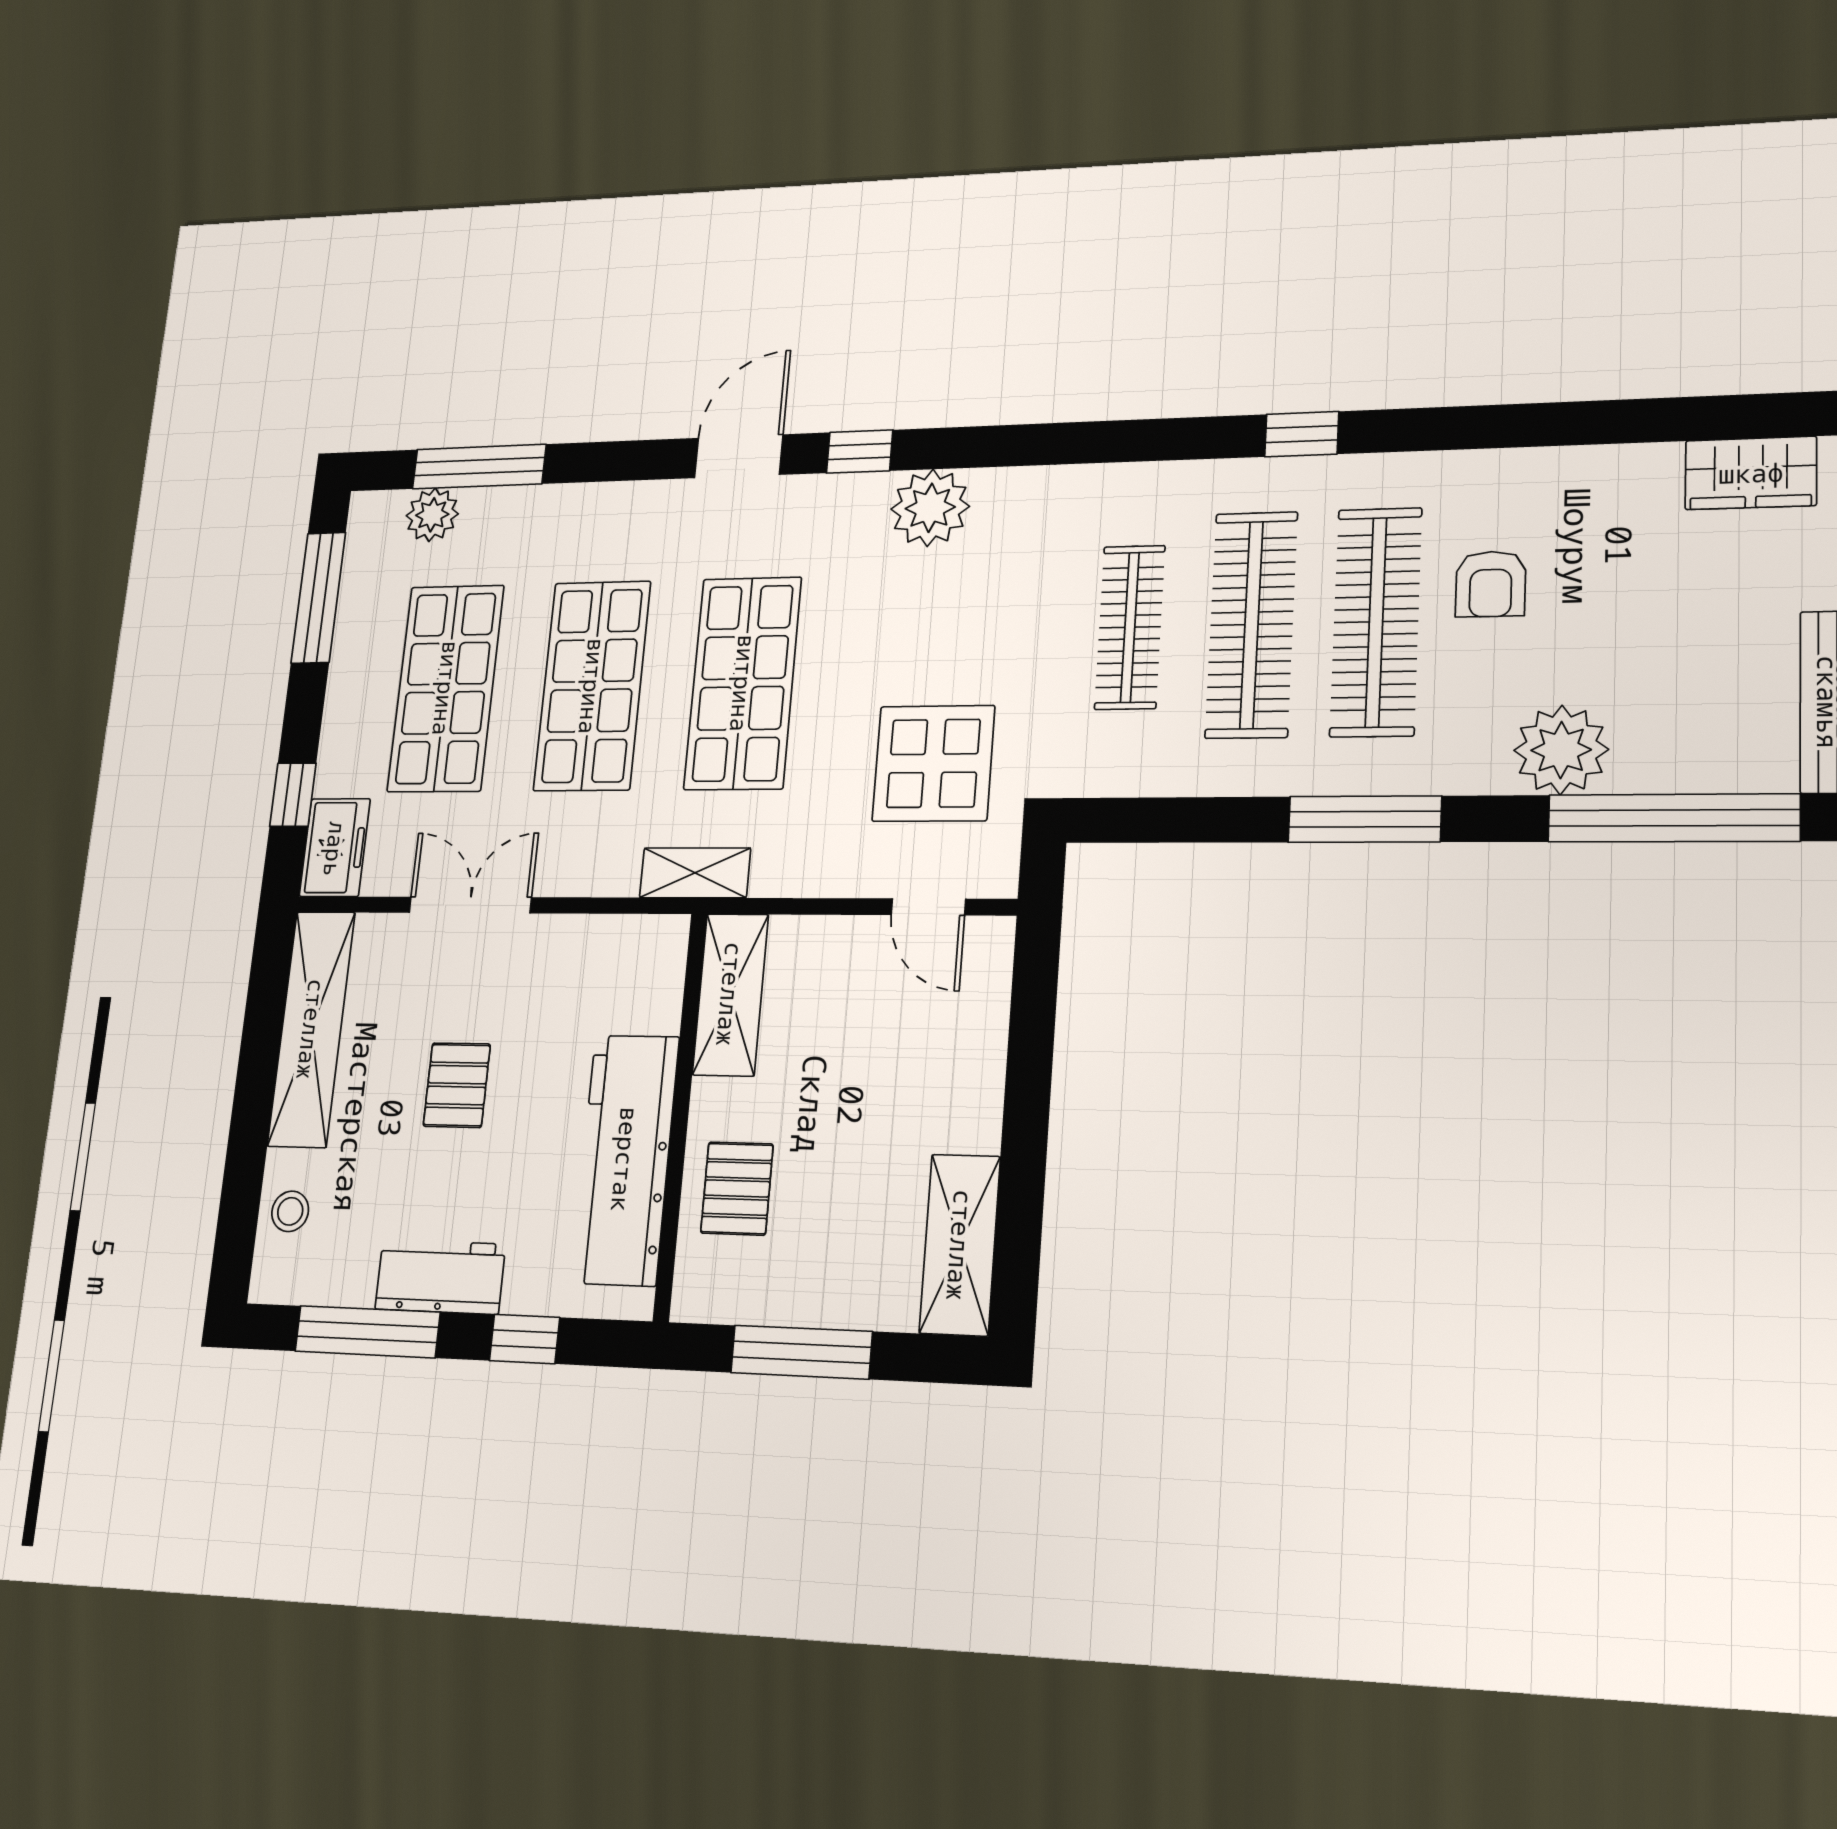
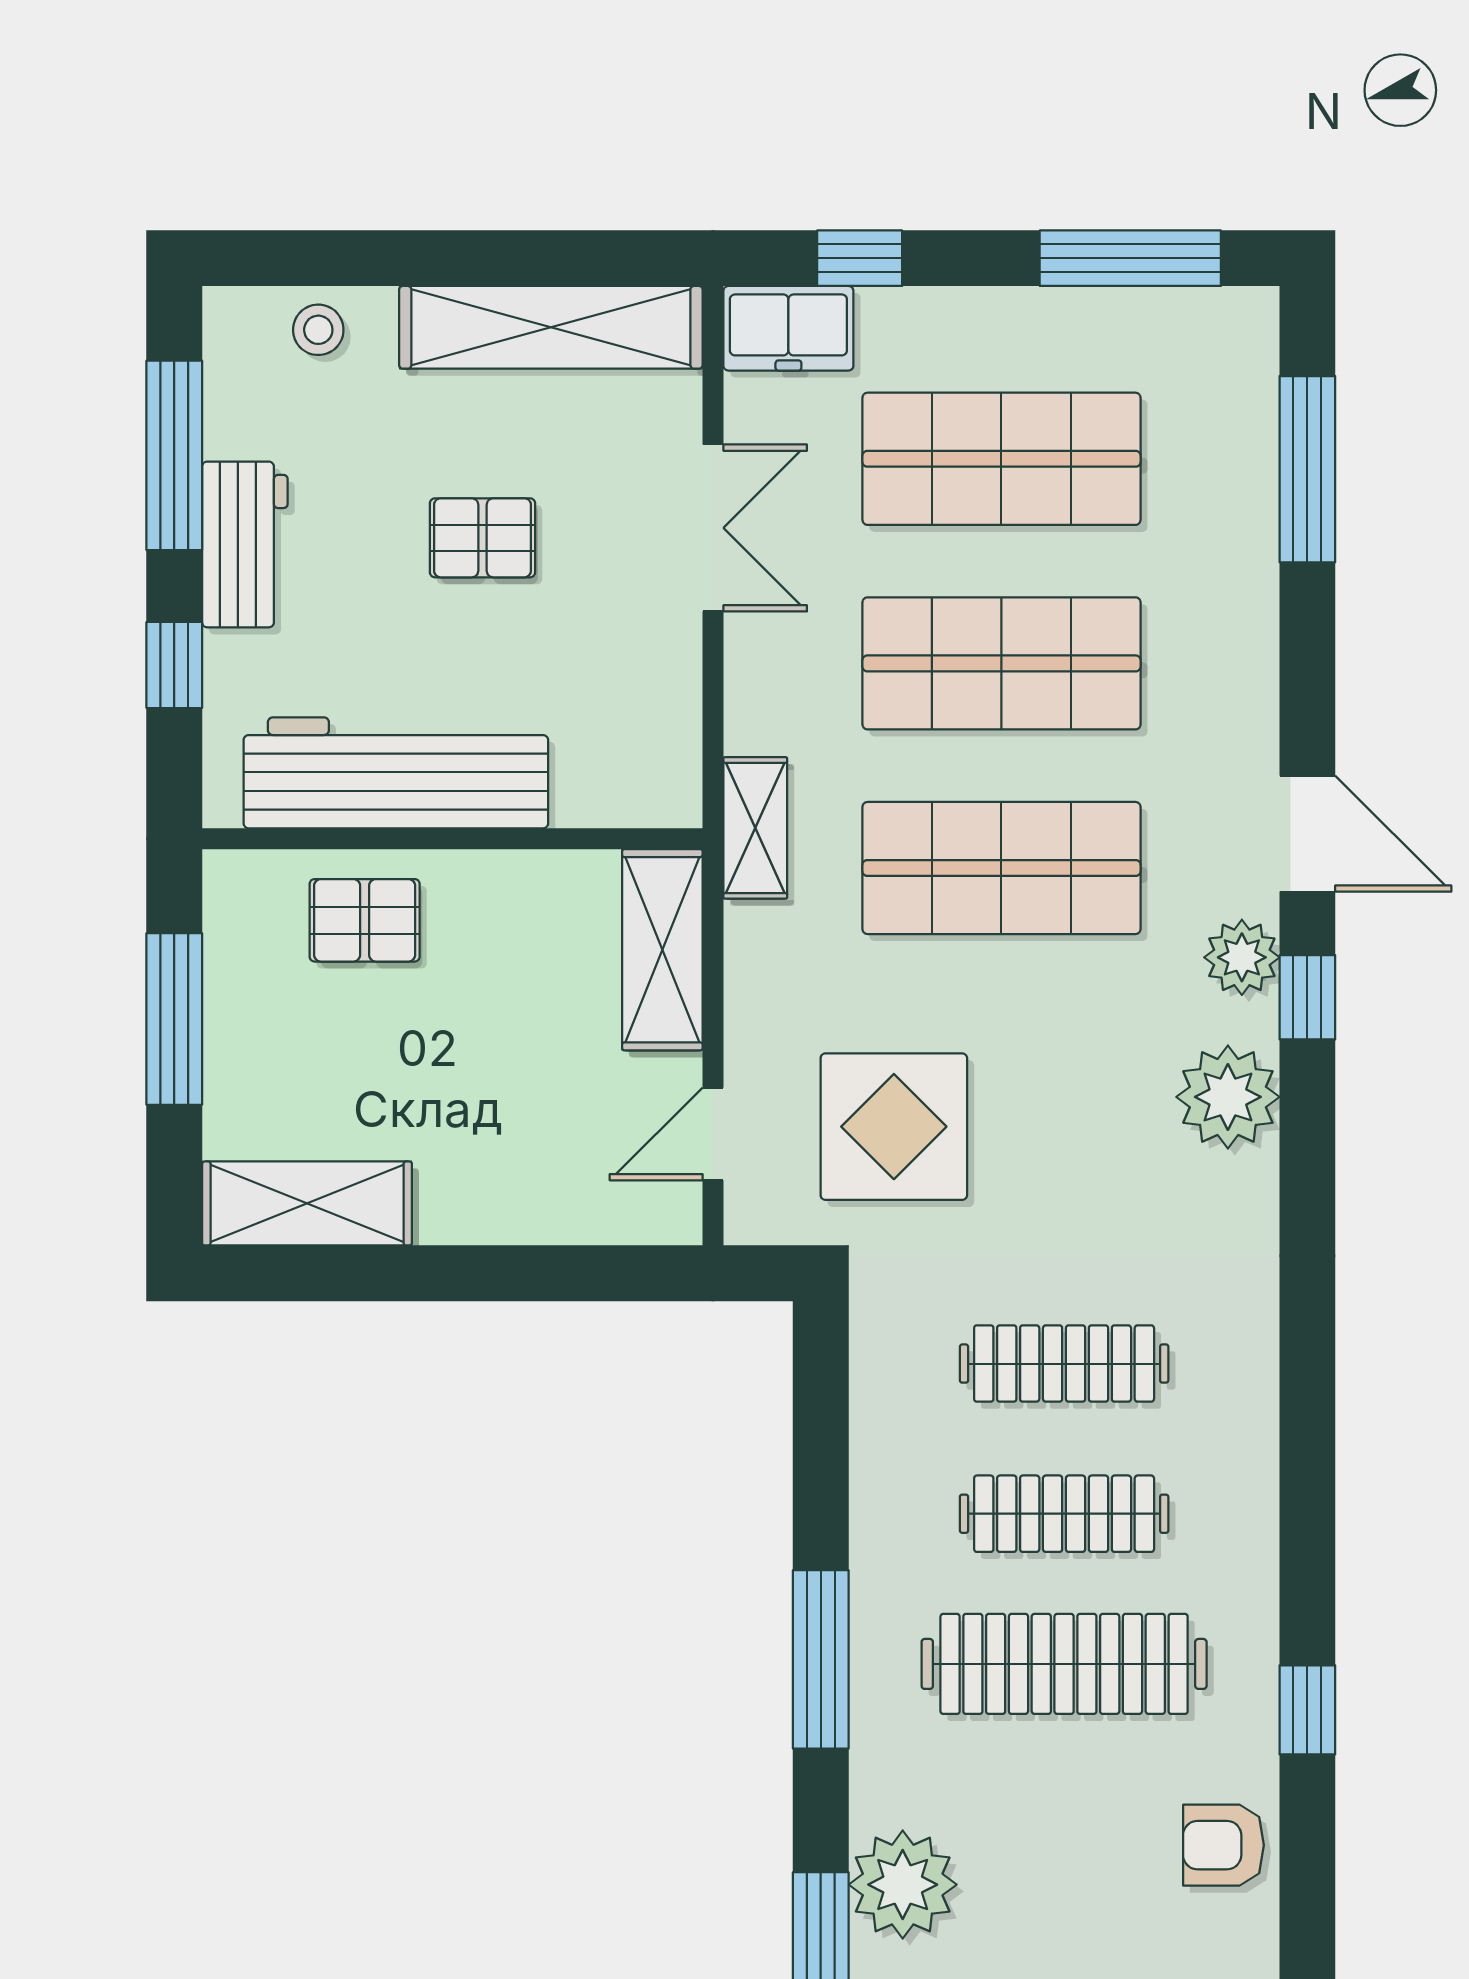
window: (1302, 434) -> (1307, 1710), moved
plant: (432, 515) -> (1242, 957), moved
armchair: (1491, 584) -> (1223, 1845), moved
clothes rail: (1252, 624) -> (1064, 1514), width x0.73, depth x0.76
shelving: (730, 994) -> (662, 950), moved, turned 90

